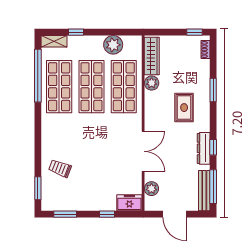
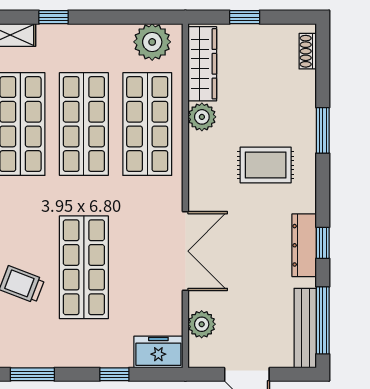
window: (194, 32) -> (245, 17), moved
plant: (113, 45) -> (152, 42), moved
rug: (184, 108) -> (266, 165), turned 90
shop shelf: (91, 160) -> (84, 267), added

